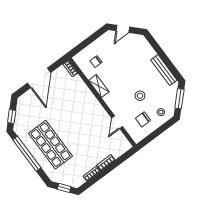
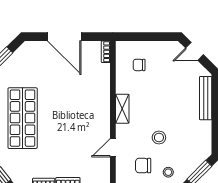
bench: (164, 70) -> (206, 98), moved
door: (39, 78) -> (64, 37), hinge flipped
shelving: (99, 86) -> (122, 109), moved

